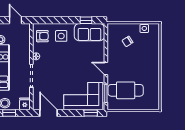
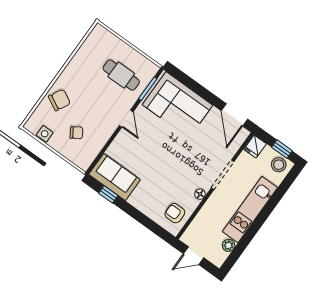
door: (16, 20) -> (194, 256), hinge flipped
side table: (61, 36) -> (152, 197), removed
chair: (149, 53) -> (59, 100), added
cafe table: (126, 90) -> (121, 75), width x0.73, depth x0.74
window: (91, 113) -> (183, 78), removed

